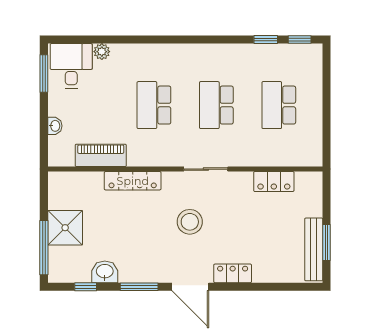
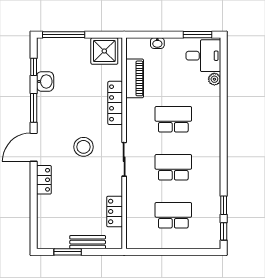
shower: (65, 228) -> (104, 51), moved
bench: (314, 249) -> (88, 242), moved, width x0.73

